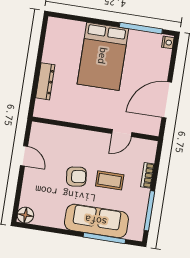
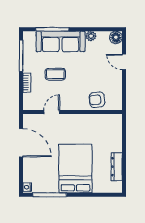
dresser: (45, 81) -> (117, 167), moved
door: (167, 100) -> (21, 143), hinge flipped
door: (24, 156) -> (124, 62), moved
armchair: (76, 177) -> (97, 100), moved
plant: (57, 222) -> (91, 36), added

